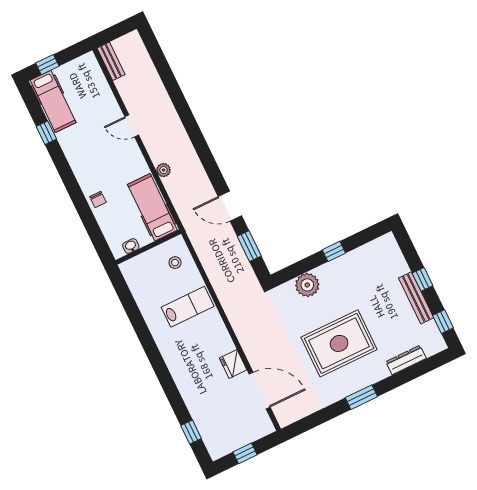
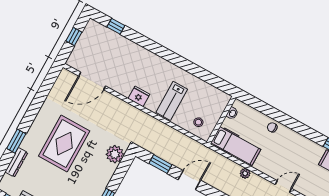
plant: (307, 285) -> (115, 154), moved
fridge: (233, 364) -> (139, 96), moved
window: (361, 397) -> (16, 141), moved

